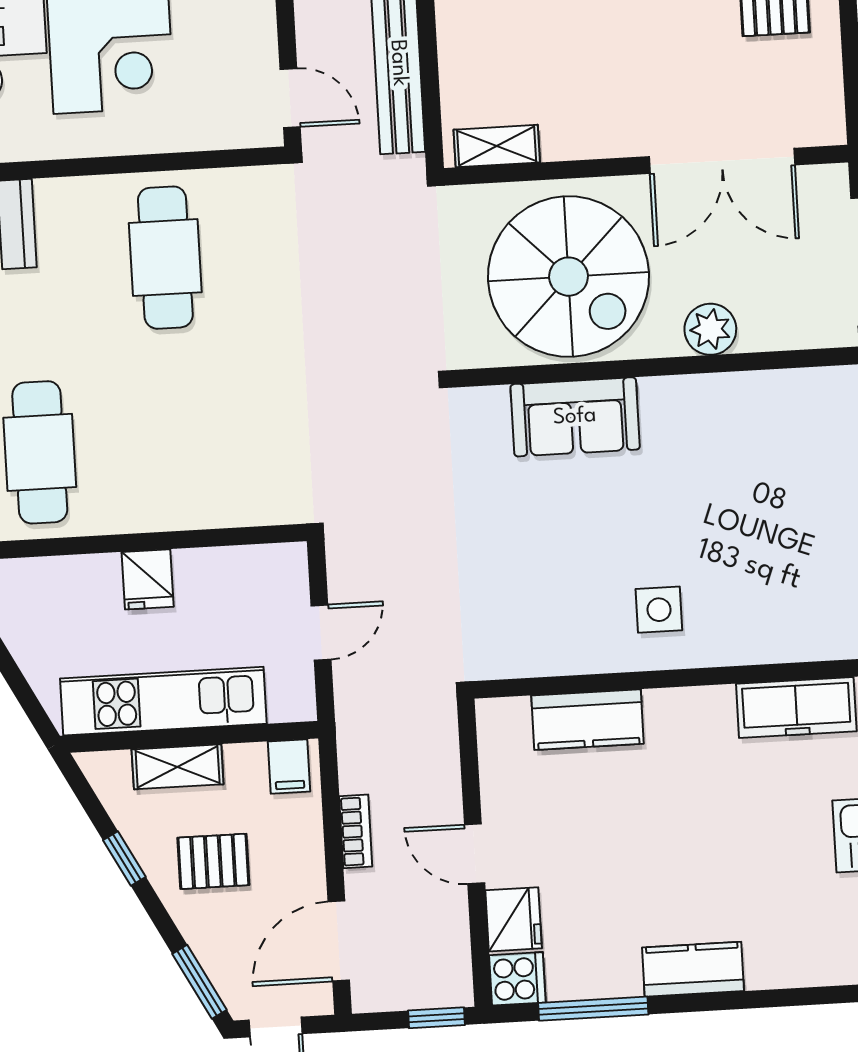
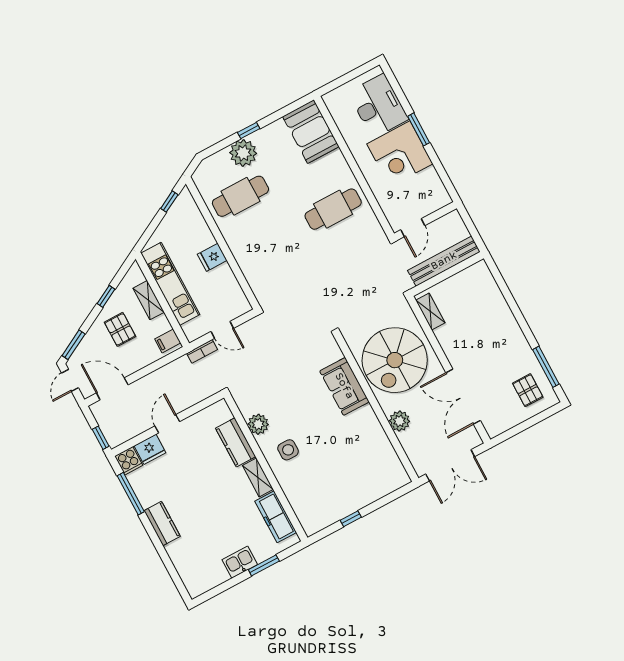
plant: (570, 650) -> (258, 424), added
shelving: (689, 706) -> (258, 477), added
bookcase: (356, 831) -> (202, 351), moved

